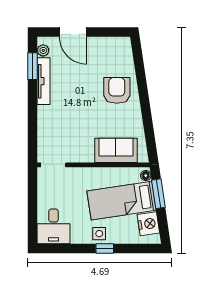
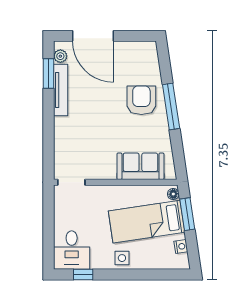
door: (73, 32) -> (93, 36), width x1.36
window: (144, 96) -> (171, 107), added
nightstand: (148, 224) -> (181, 246), width x0.53, depth x0.56
window: (105, 249) -> (83, 275), moved

